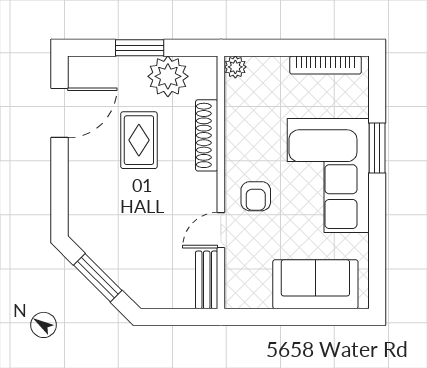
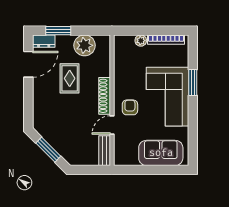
window: (140, 48) -> (58, 31), moved
plant: (235, 67) -> (141, 41), moved
dresser: (89, 68) -> (44, 41), added
shoe rack: (207, 135) -> (105, 96), moved
armchair: (256, 196) -> (130, 107), turned 180

